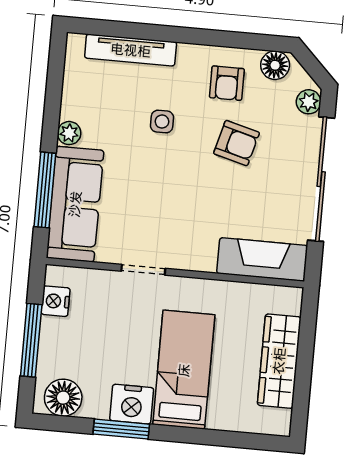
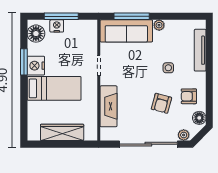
fireplace: (262, 259) -> (109, 106), moved
nightstand: (56, 301) -> (57, 26), moved

